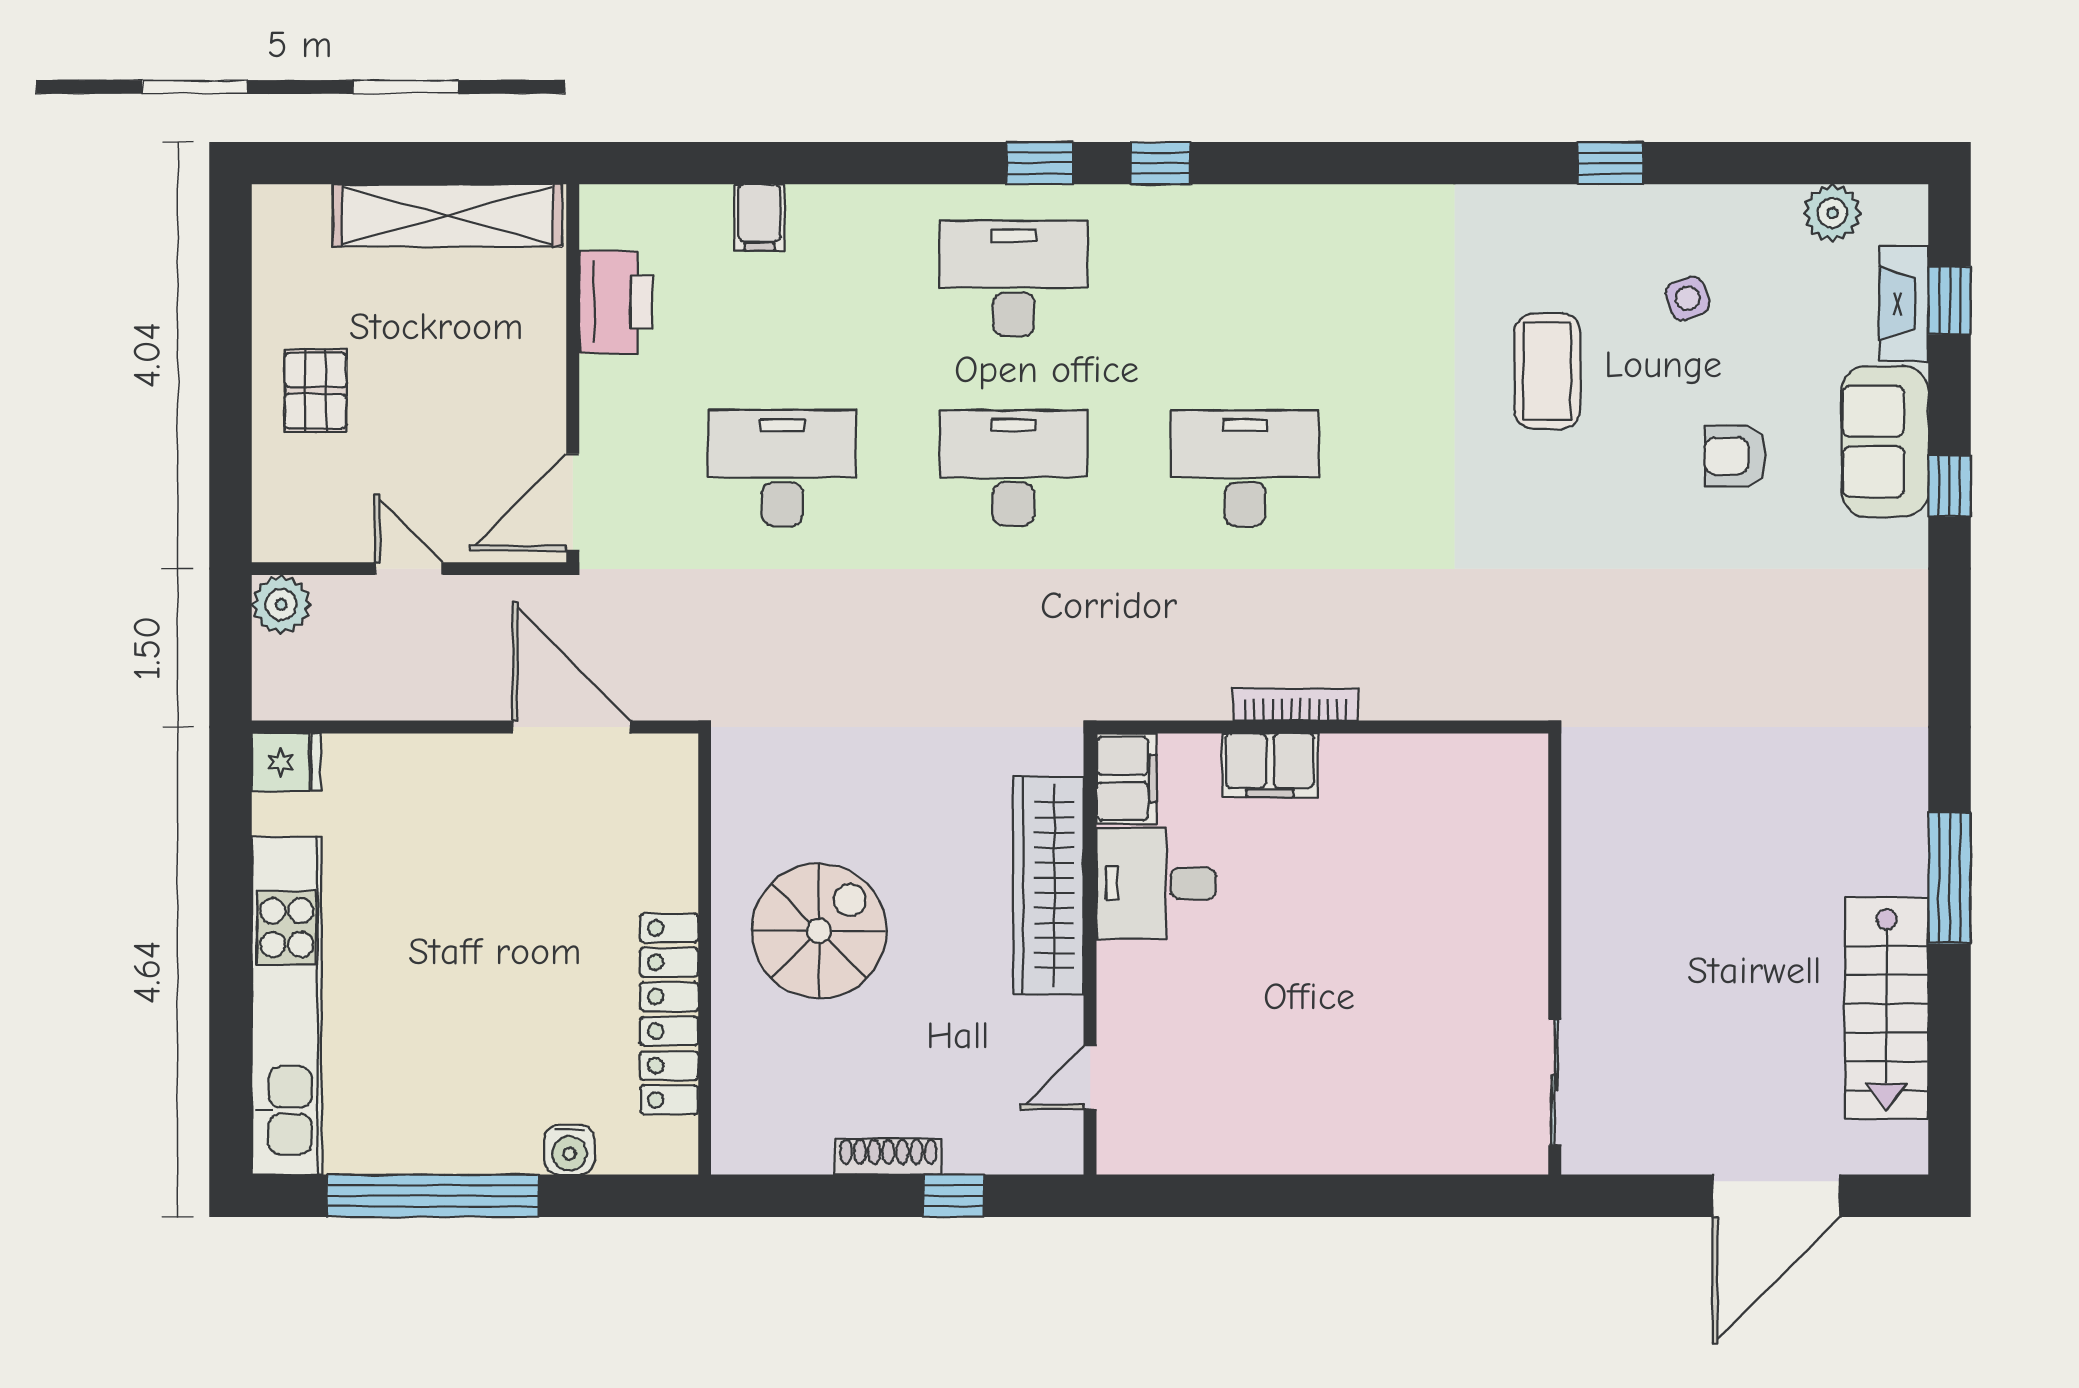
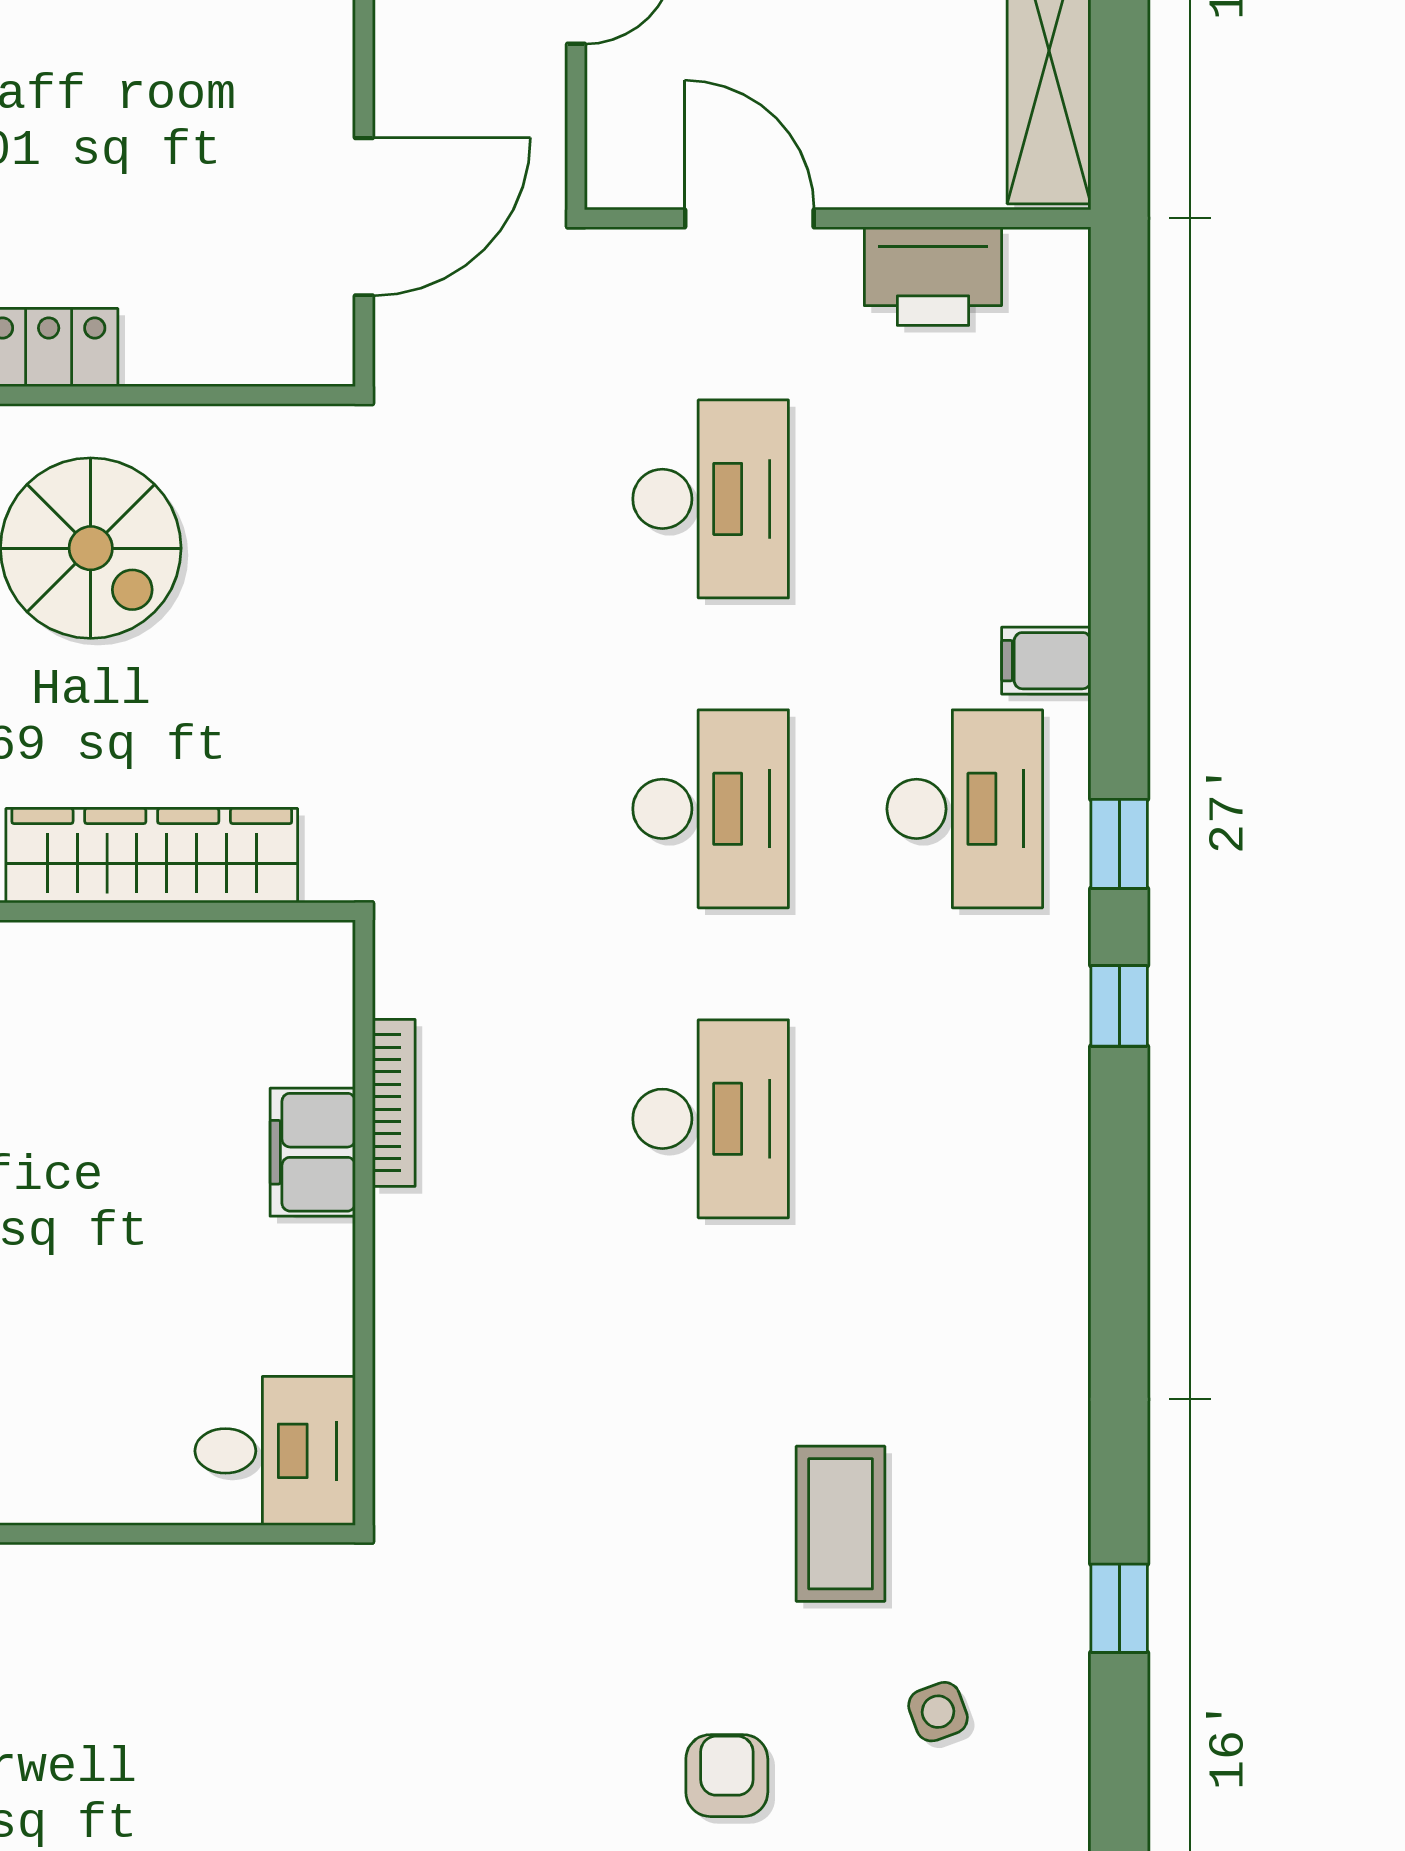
filing cabinet: (759, 218) -> (1046, 661), moved
coffee table: (1547, 371) -> (841, 1524), turned 90
door: (573, 502) -> (749, 218), moved
bookcase: (1296, 705) -> (394, 1103), moved
filing cabinet: (1127, 778) -> (295, 960), removed
desk: (1156, 883) -> (275, 1451), moved, turned 90

